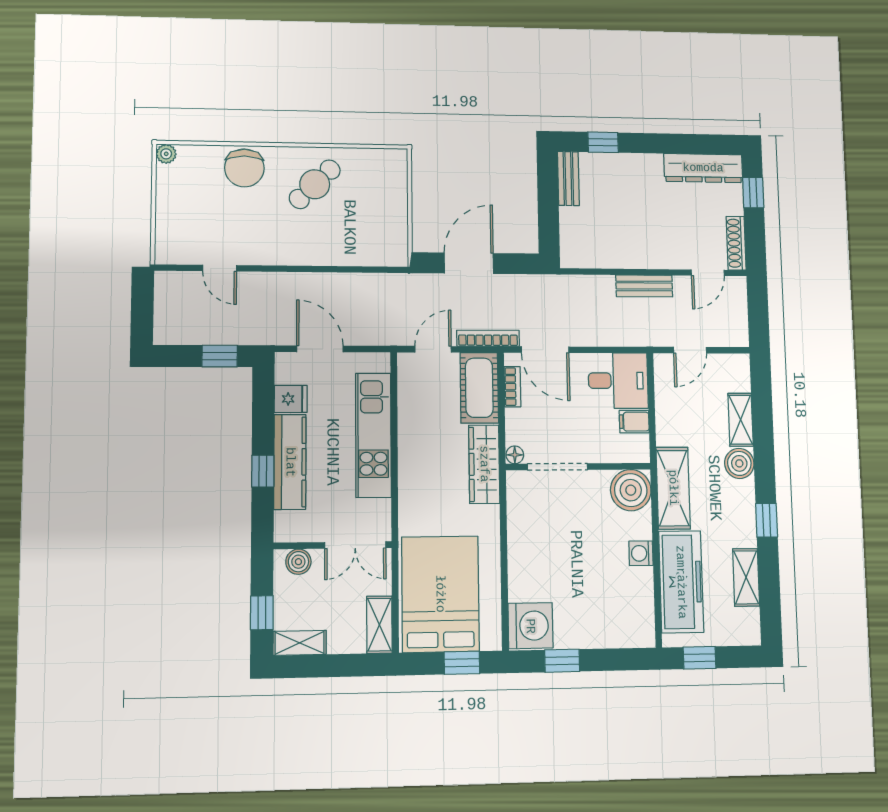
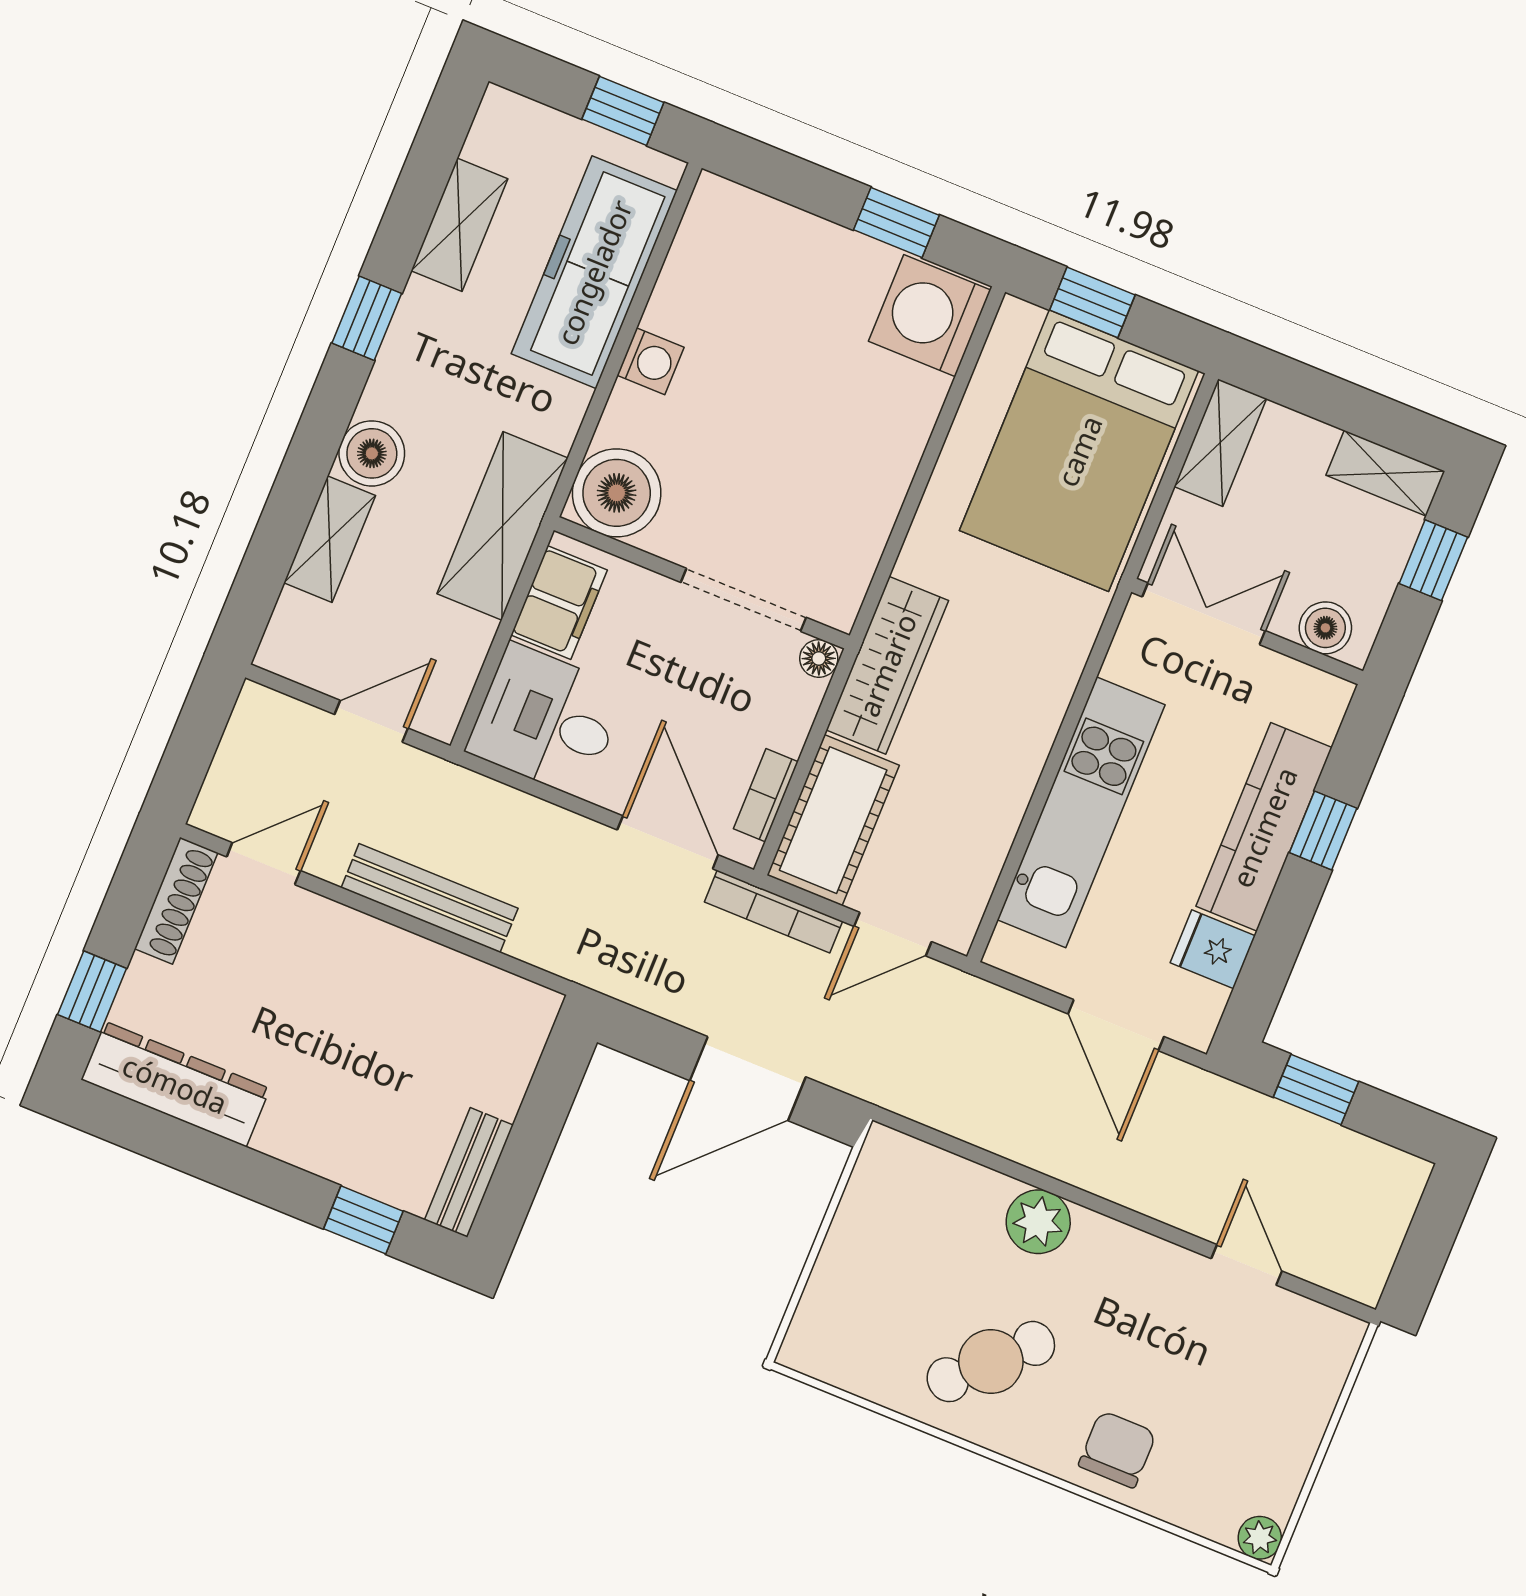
chair: (244, 168) -> (1117, 1449), width x0.73, depth x0.73
plant: (319, 251) -> (1038, 1222), added
bench: (644, 286) -> (430, 898), width x1.36
filing cabinet: (634, 422) -> (559, 603), width x2.00
shelving: (673, 488) -> (503, 526), moved

